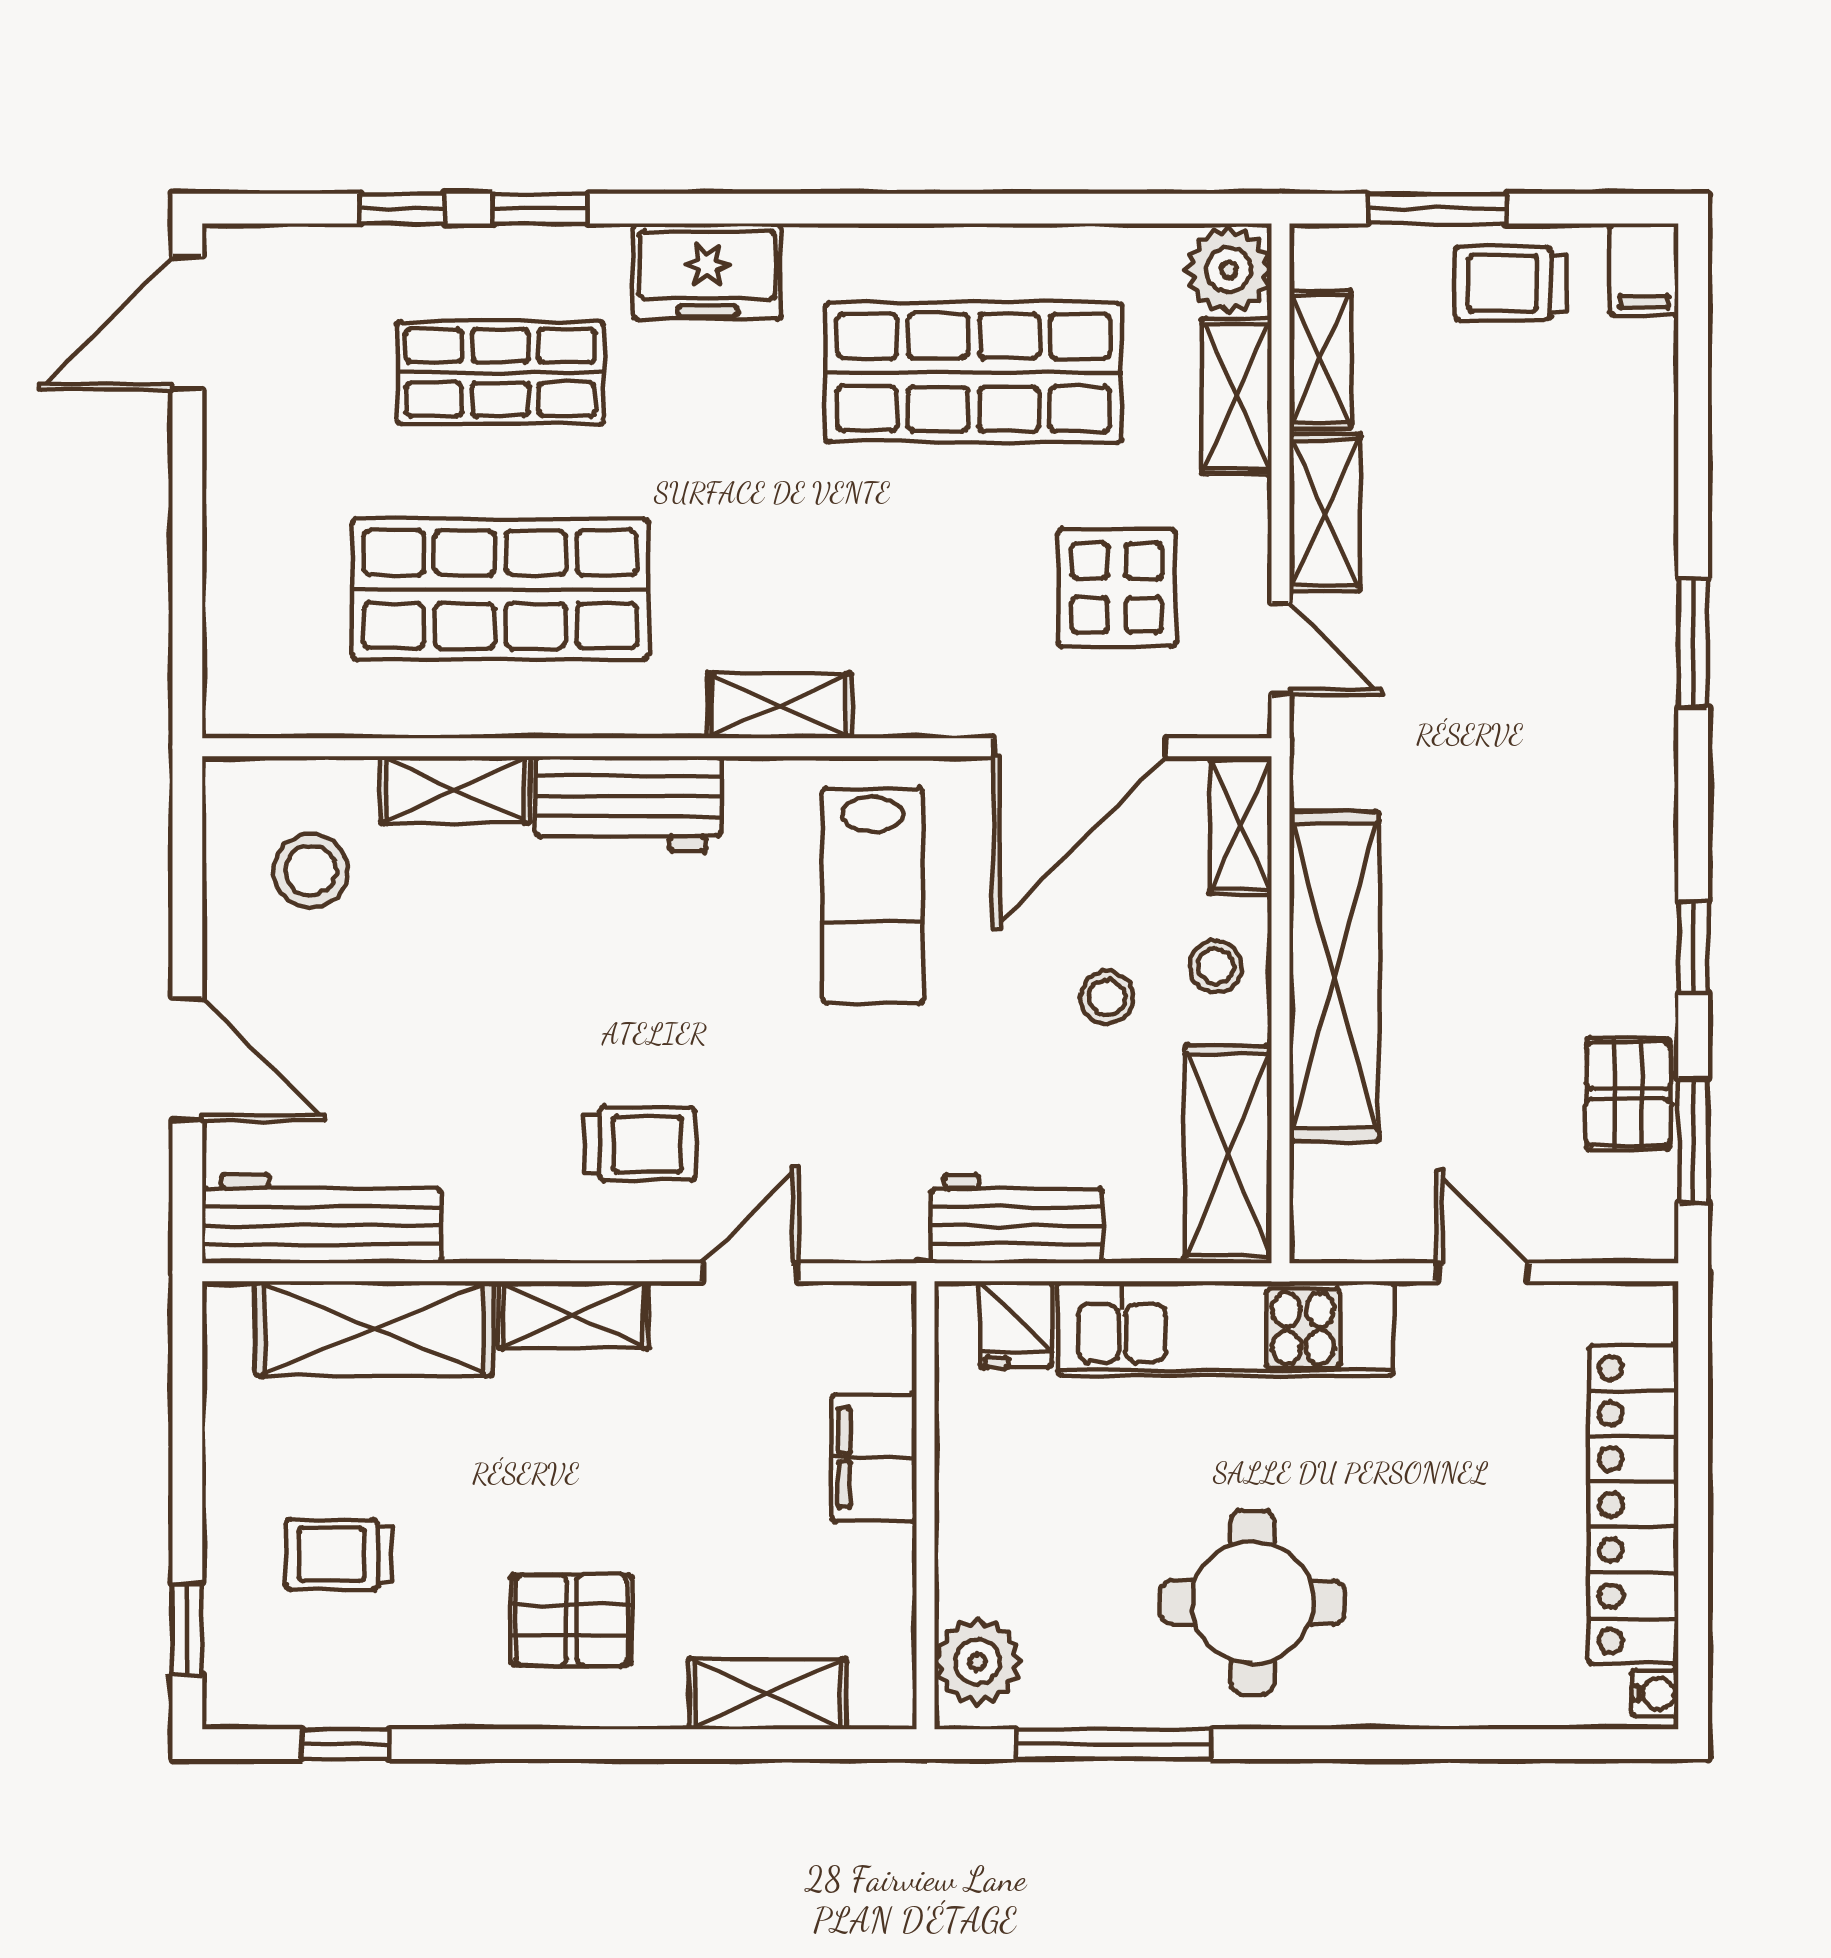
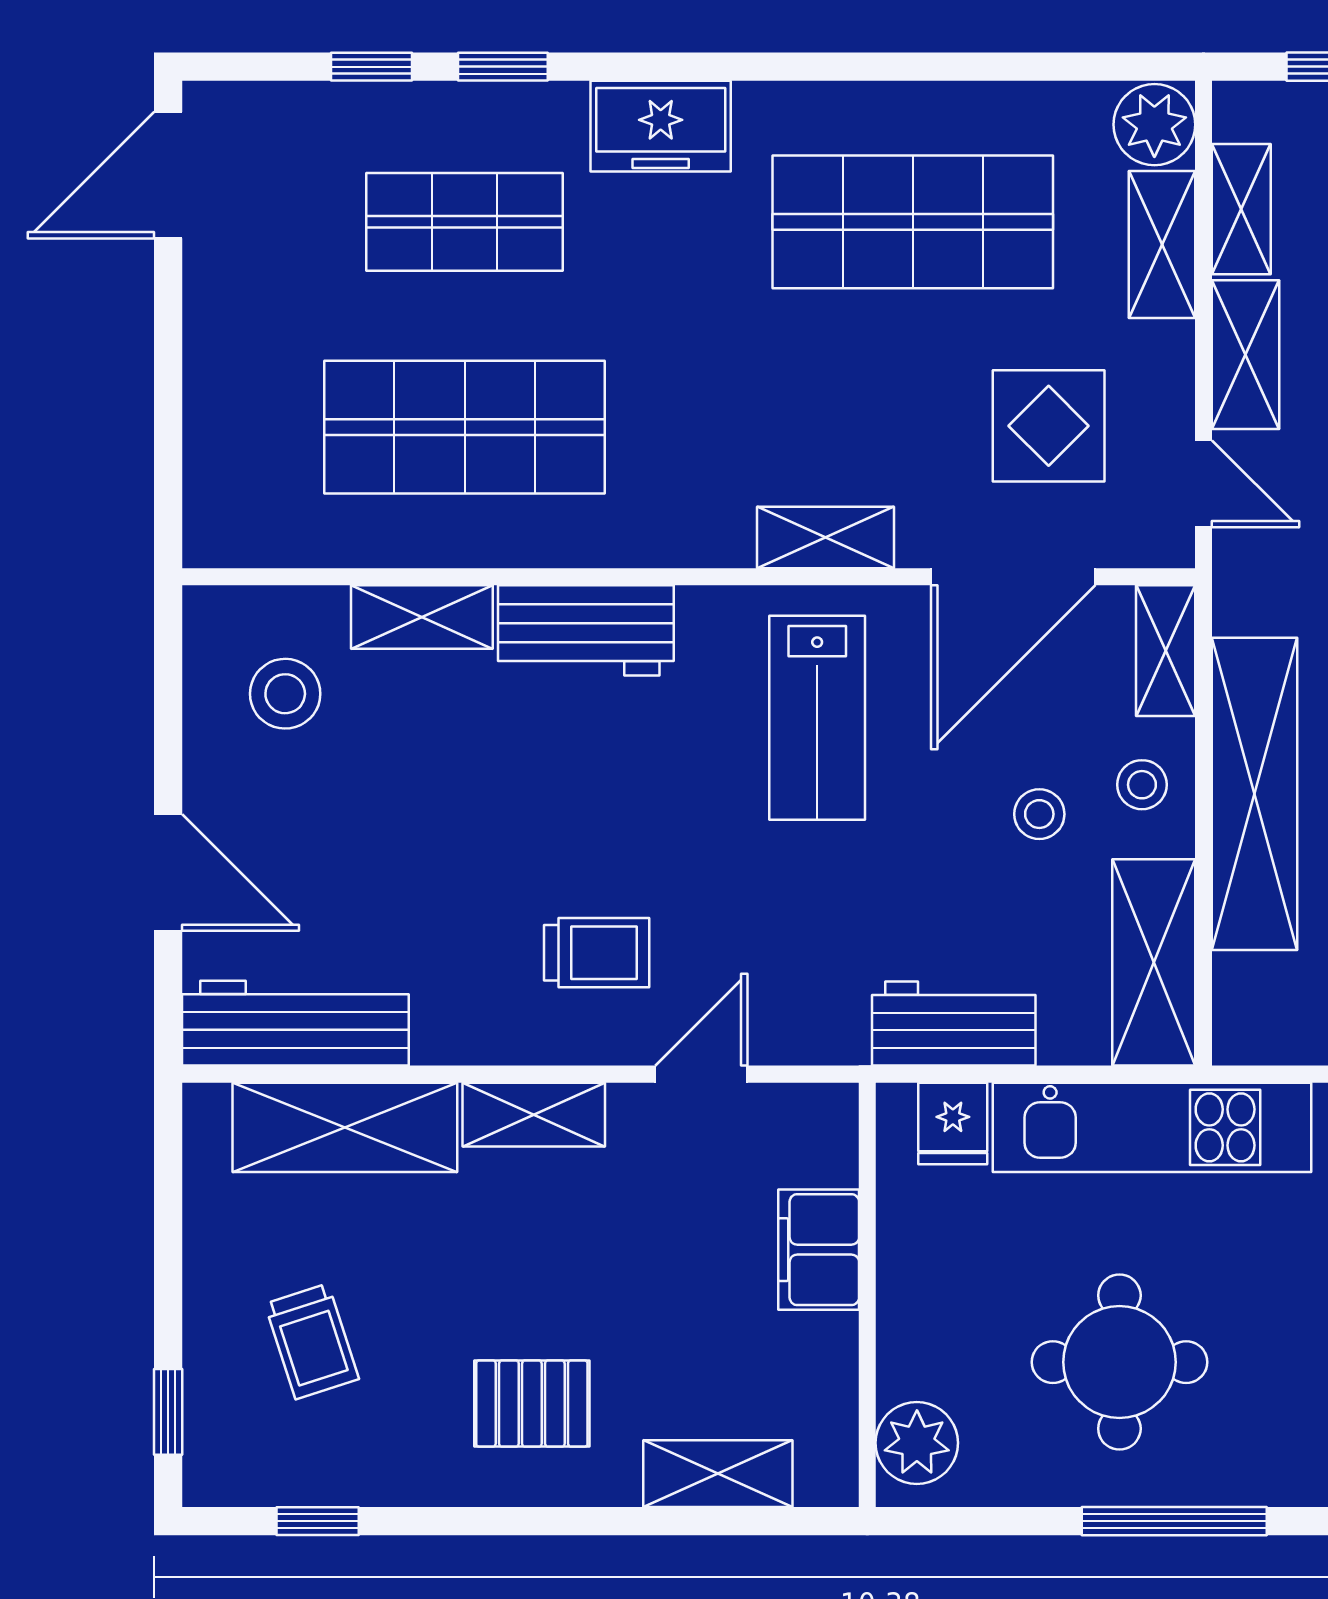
shelving: (779, 706) -> (826, 538), moved
trolley: (339, 1554) -> (312, 1341), turned -108
round table: (1252, 1602) -> (1119, 1362), moved
window: (1114, 1744) -> (1174, 1521), moved

